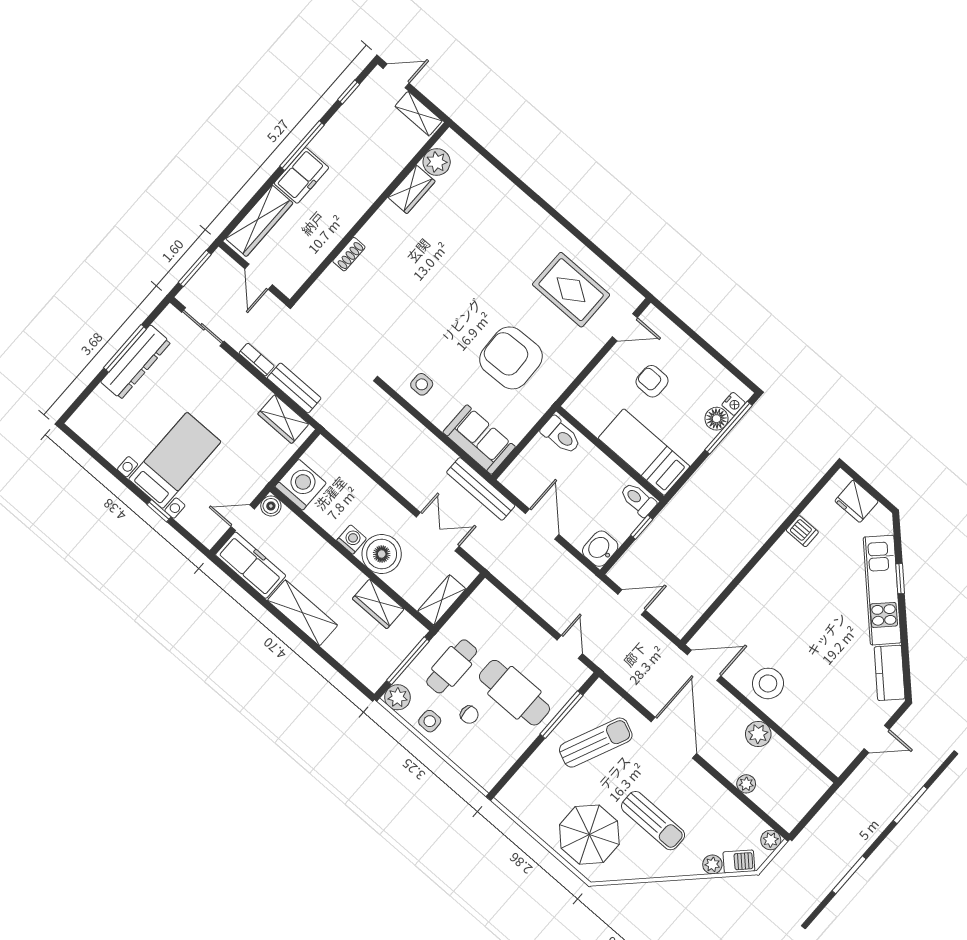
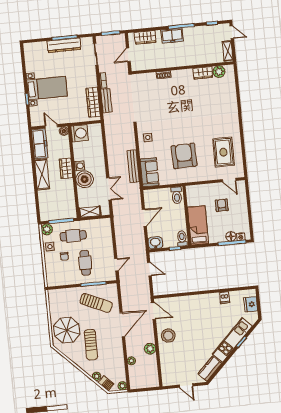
wardrobe: (259, 221) -> (145, 37), width x0.67
wardrobe: (283, 419) -> (93, 102), width x1.50
bench: (481, 489) -> (133, 166), moved
wardrobe: (378, 604) -> (66, 168), moved
cafe table: (514, 693) -> (85, 263), width x0.73, depth x0.74

